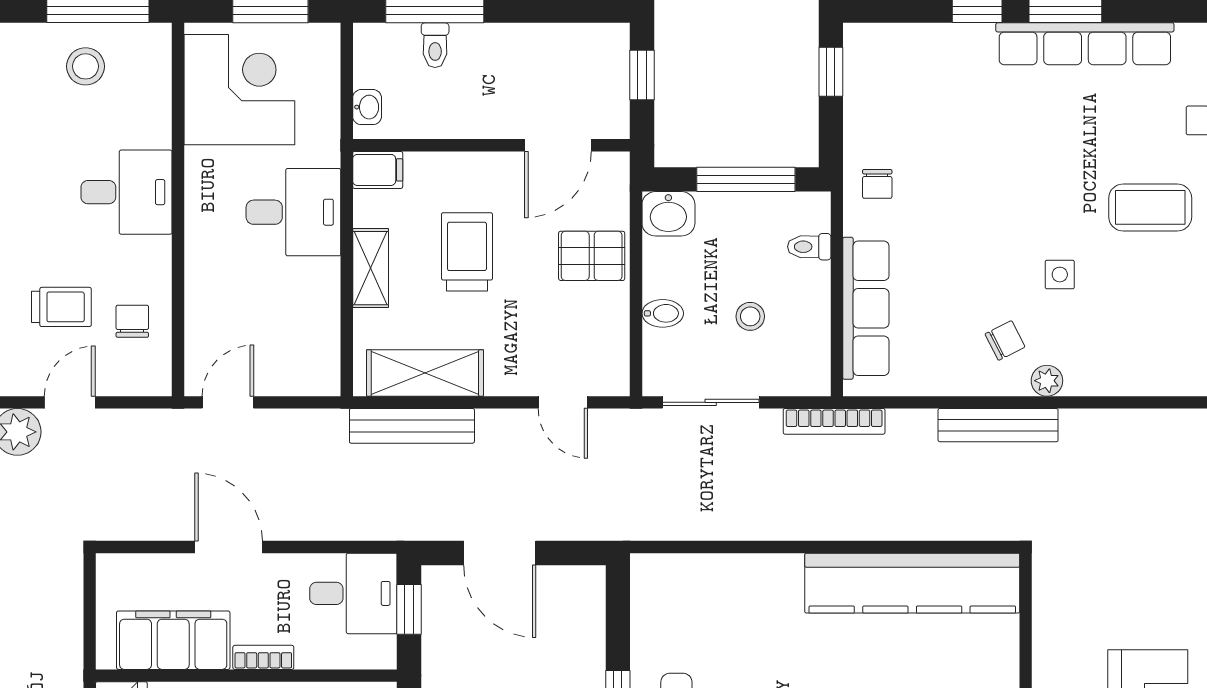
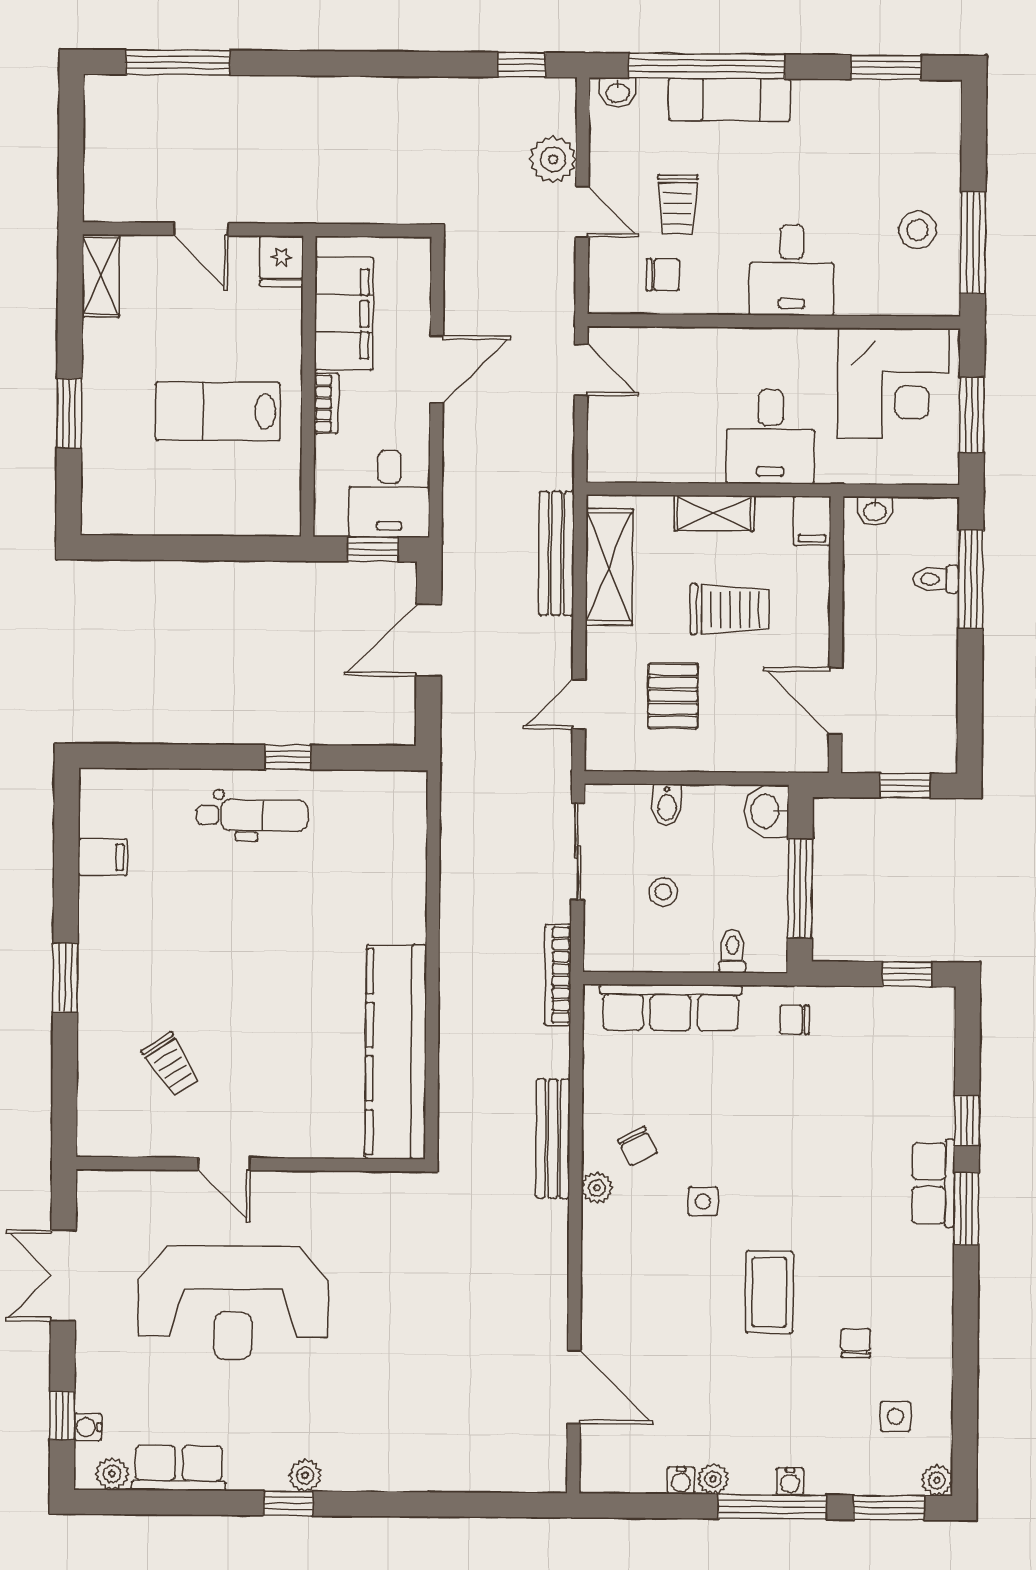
row of seats: (1085, 44) -> (933, 1183), width x0.50
pallet: (592, 256) -> (673, 696), moved

